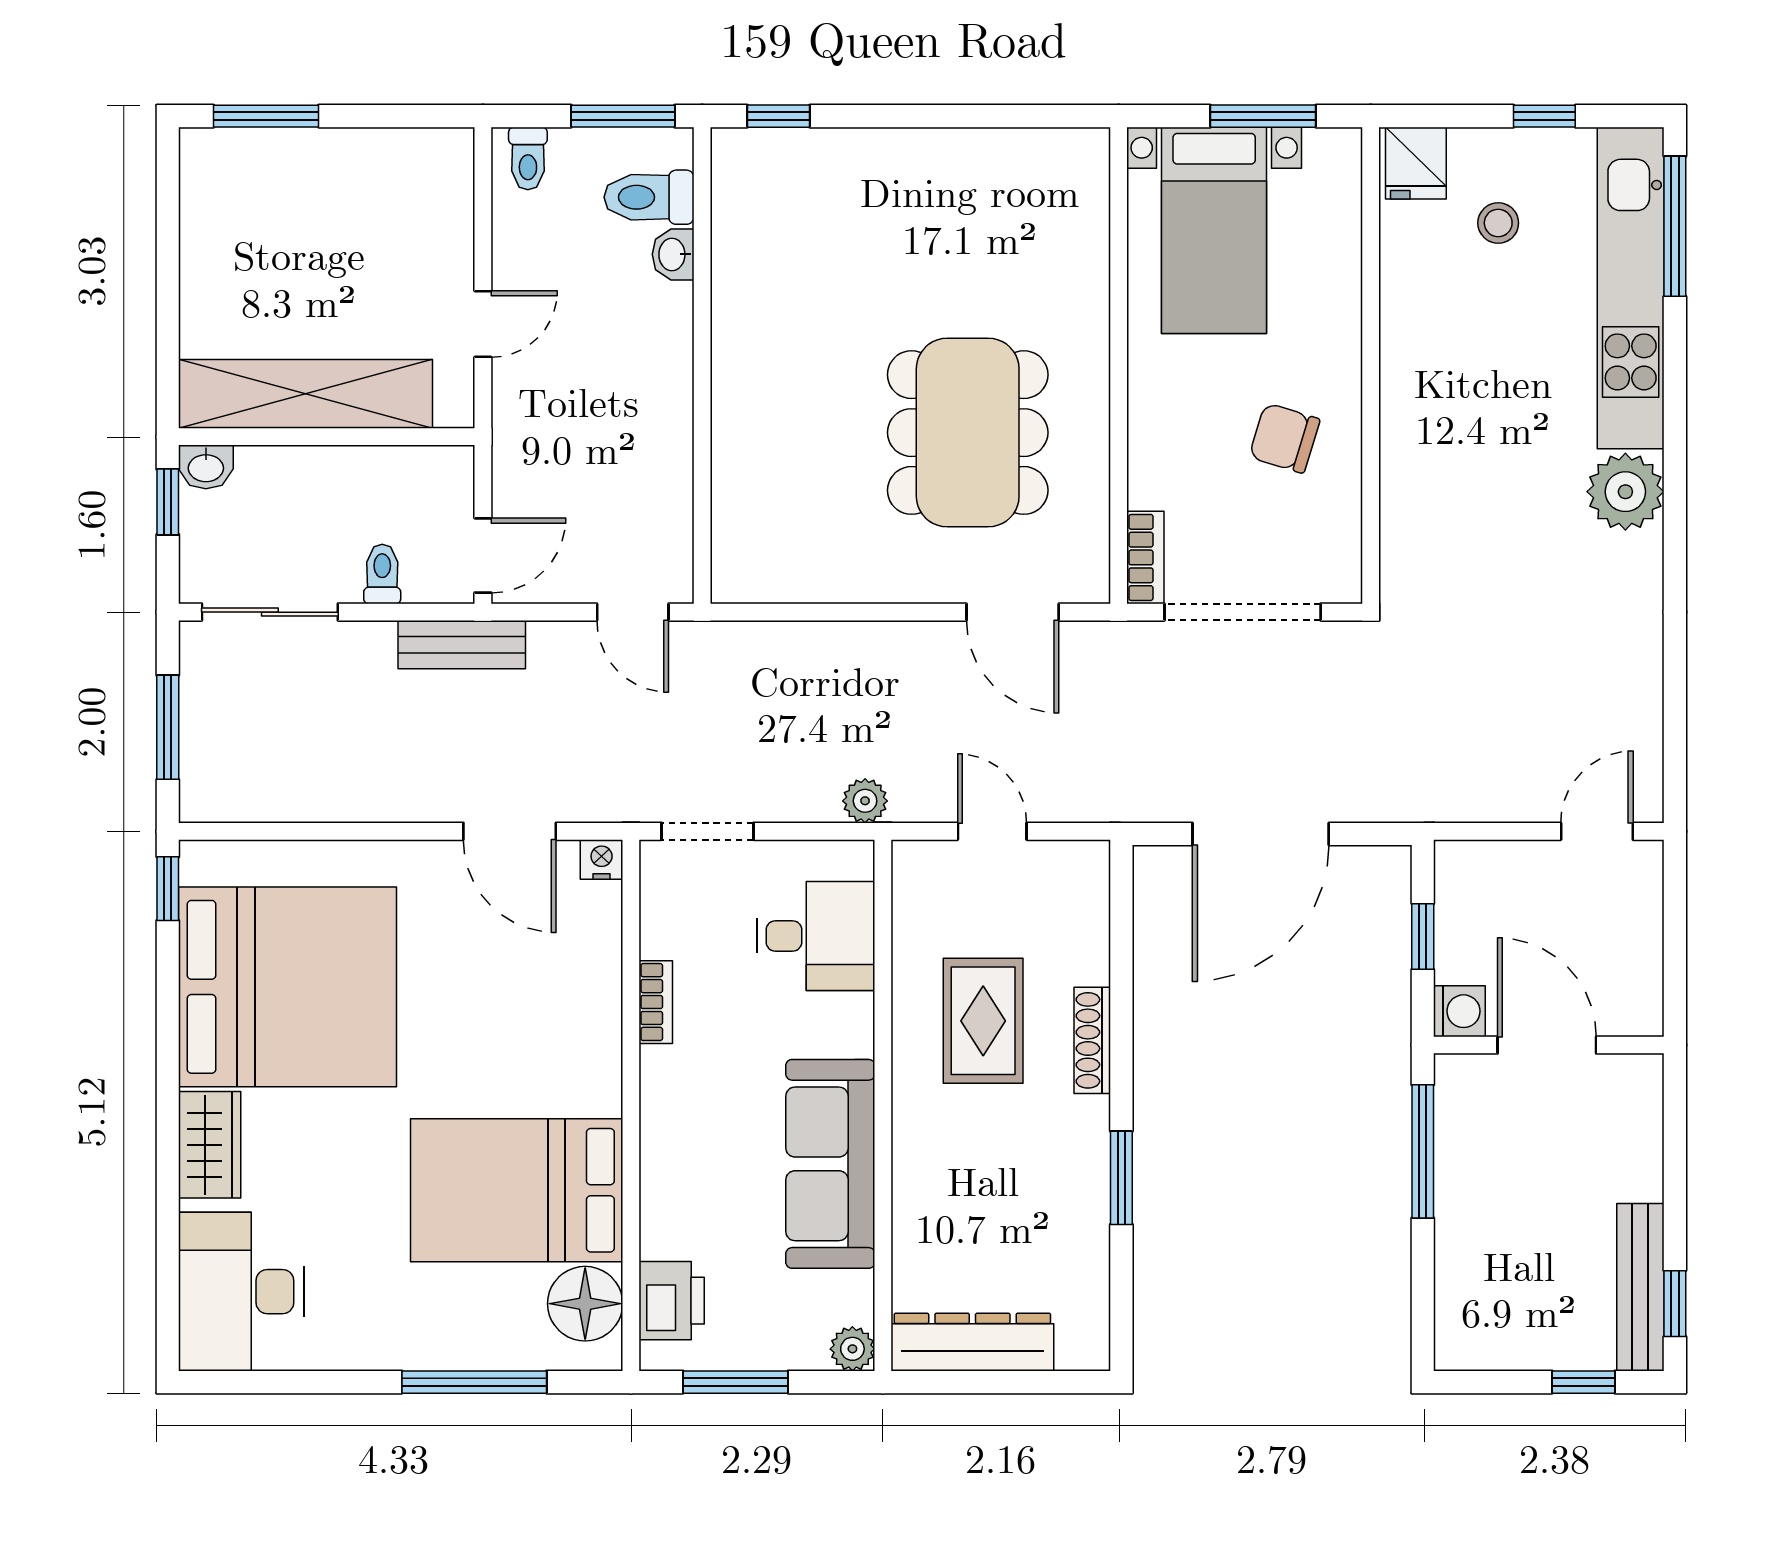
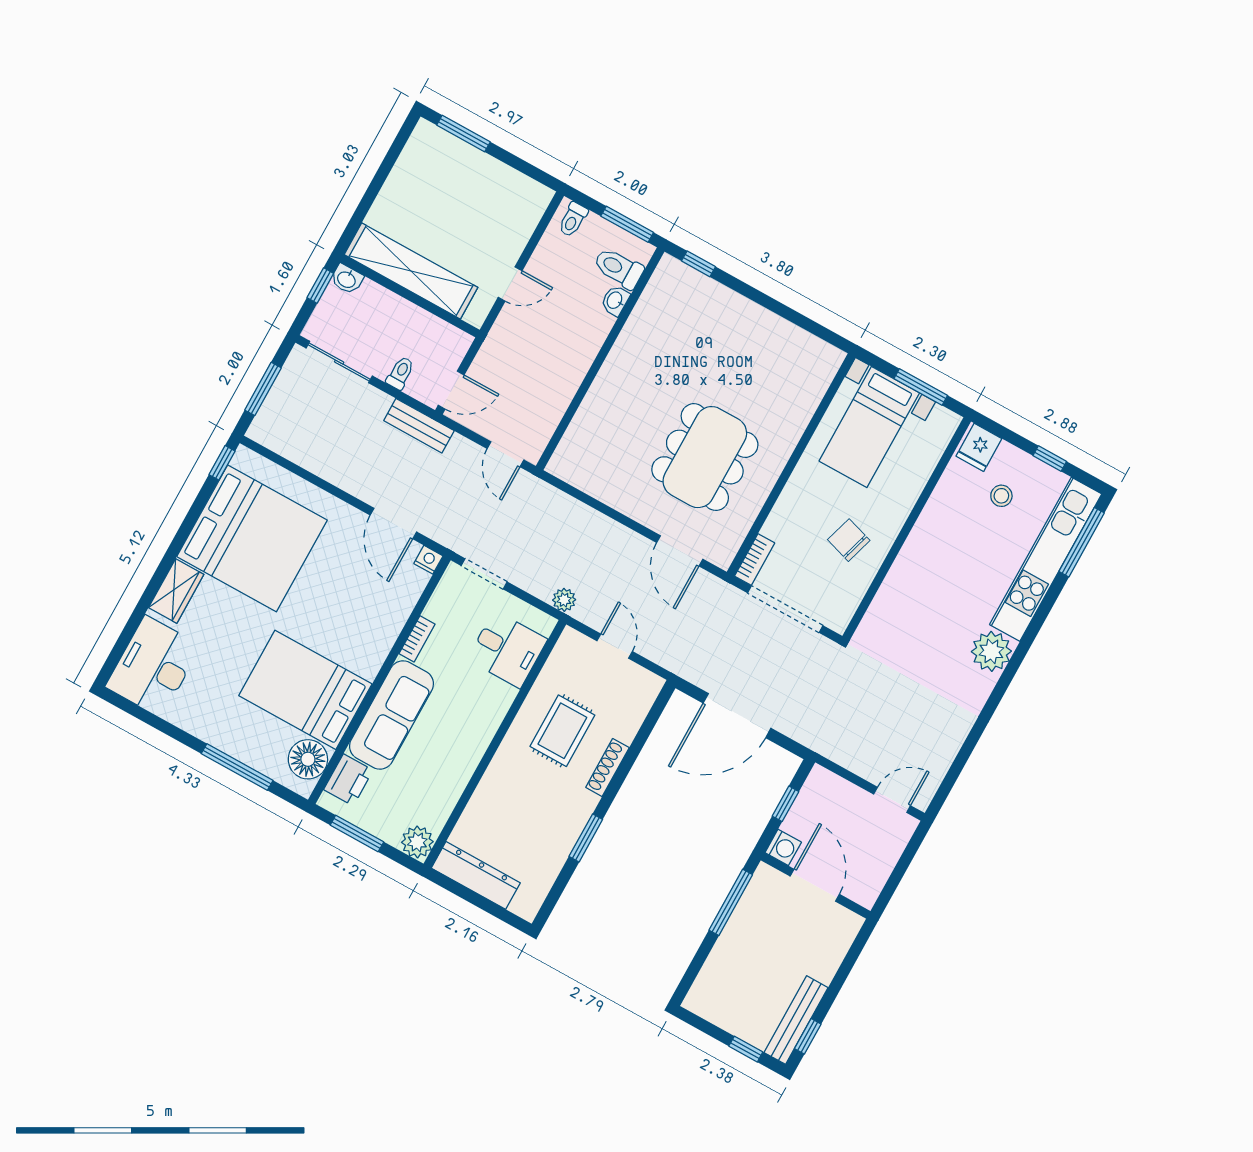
sofa: (830, 1164) -> (391, 715), moved, turned 180
plant: (852, 1349) -> (417, 842), width x1.38, depth x1.38

